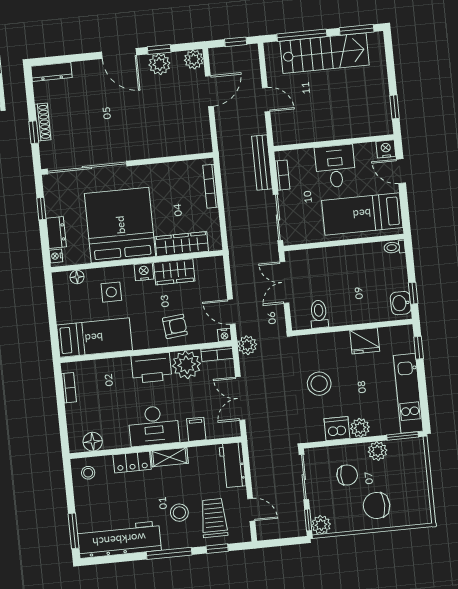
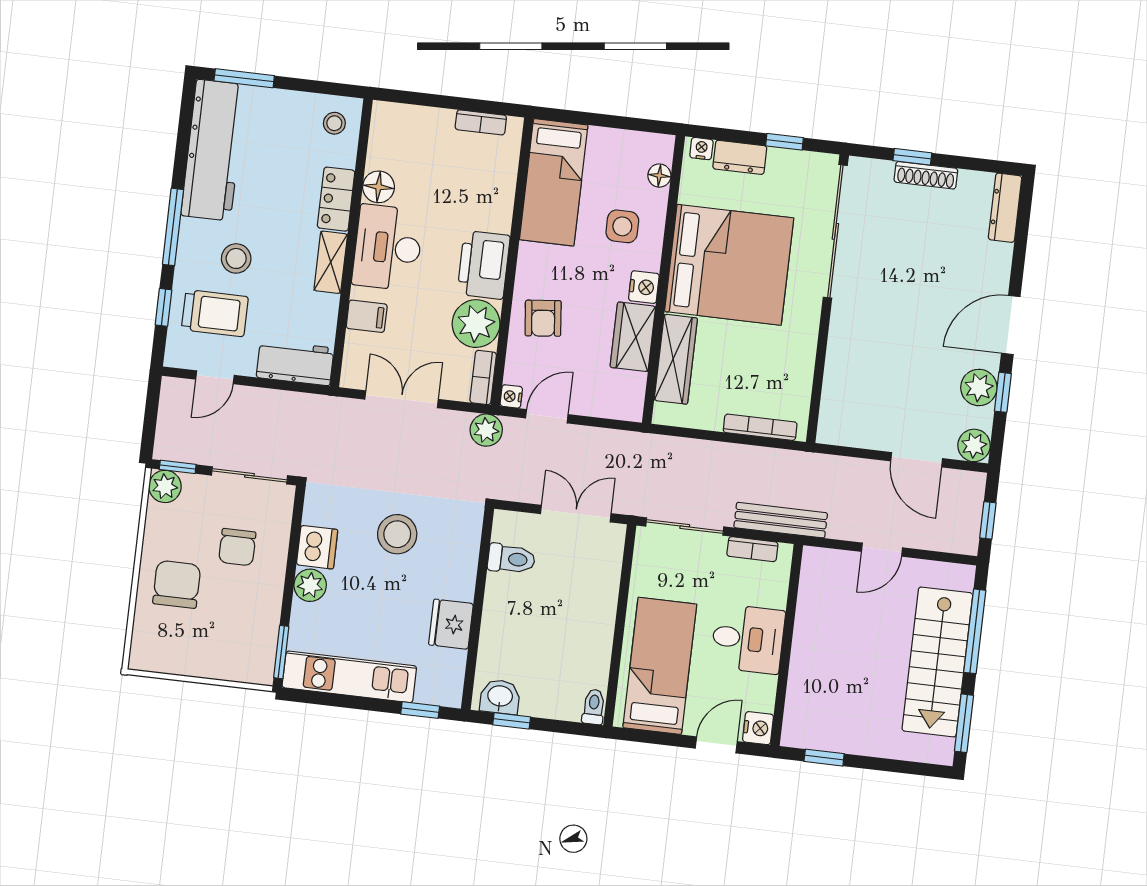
floor lamp: (93, 442) -> (379, 187), moved
plant: (378, 451) -> (266, 606), removed

